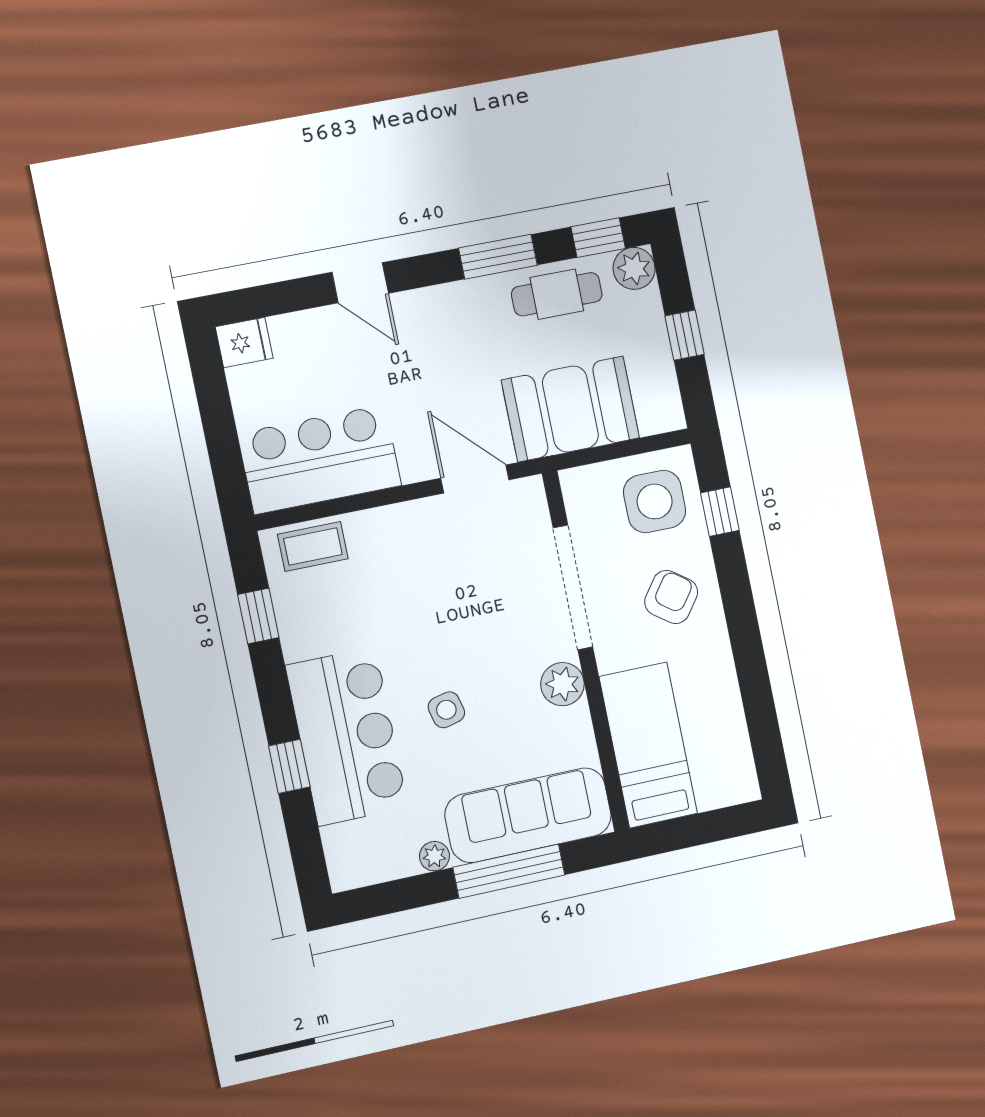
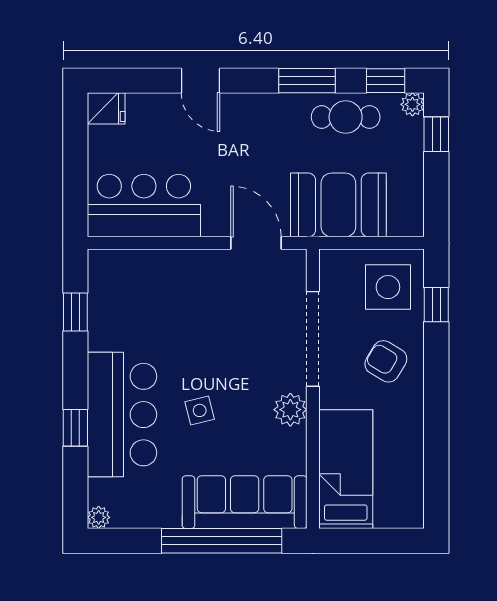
plant: (634, 268) -> (412, 104), width x0.73, depth x0.73
window: (684, 335) -> (436, 134), moved
coffee table: (313, 546) -> (126, 269), removed
armchair: (671, 597) -> (386, 361), turned -95
plant: (434, 856) -> (99, 517), moved
window: (509, 871) -> (222, 541), width x1.46

